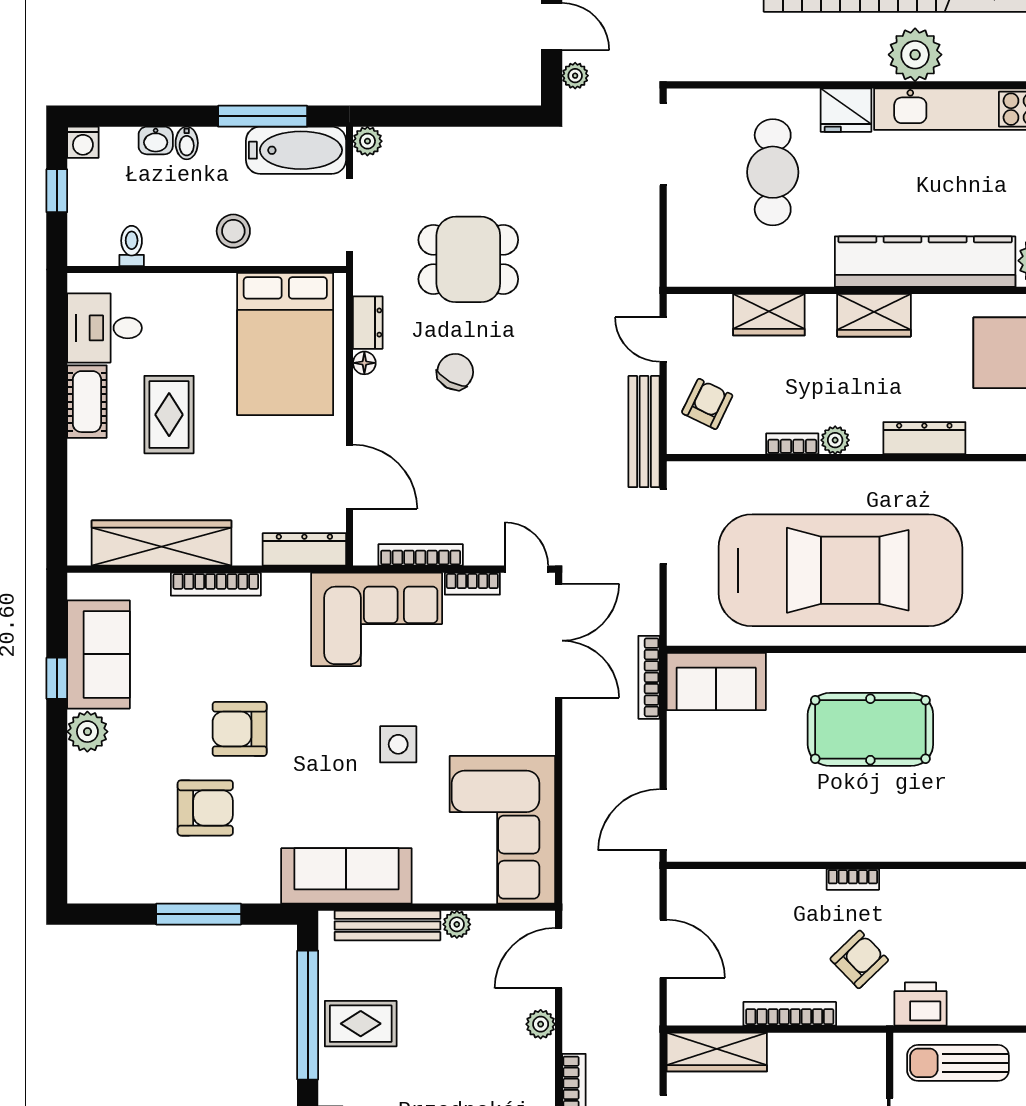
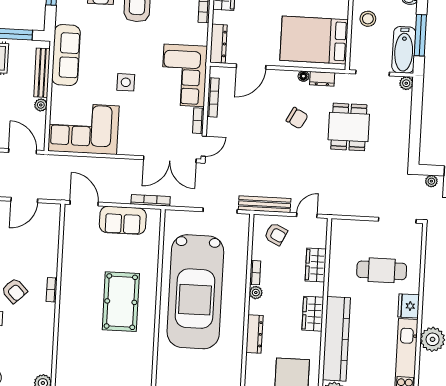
sofa: (716, 681) -> (123, 220), moved, turned -90

